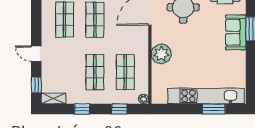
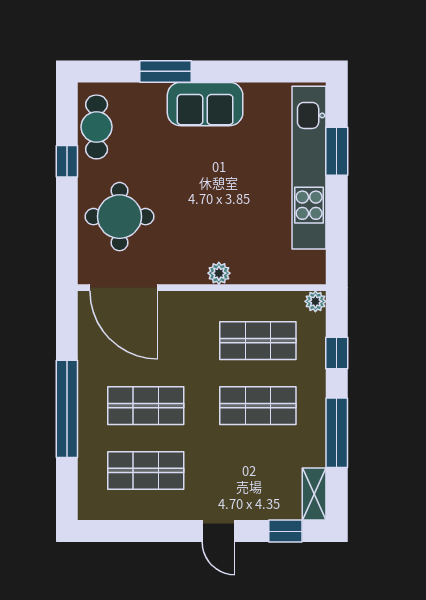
sofa: (236, 32) -> (205, 104), moved
door: (36, 54) -> (218, 531), hinge flipped
plant: (161, 54) -> (219, 273), width x0.53, depth x0.53
window: (82, 109) -> (337, 433), width x2.17

